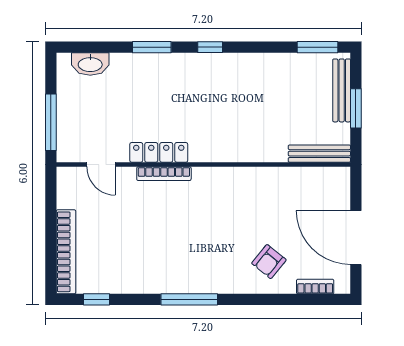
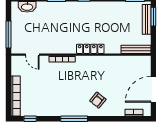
window: (356, 108) -> (153, 17), moved
locker: (159, 152) -> (90, 49), moved
door: (356, 238) -> (153, 89), hinge flipped
armchair: (269, 262) -> (98, 100), moved

